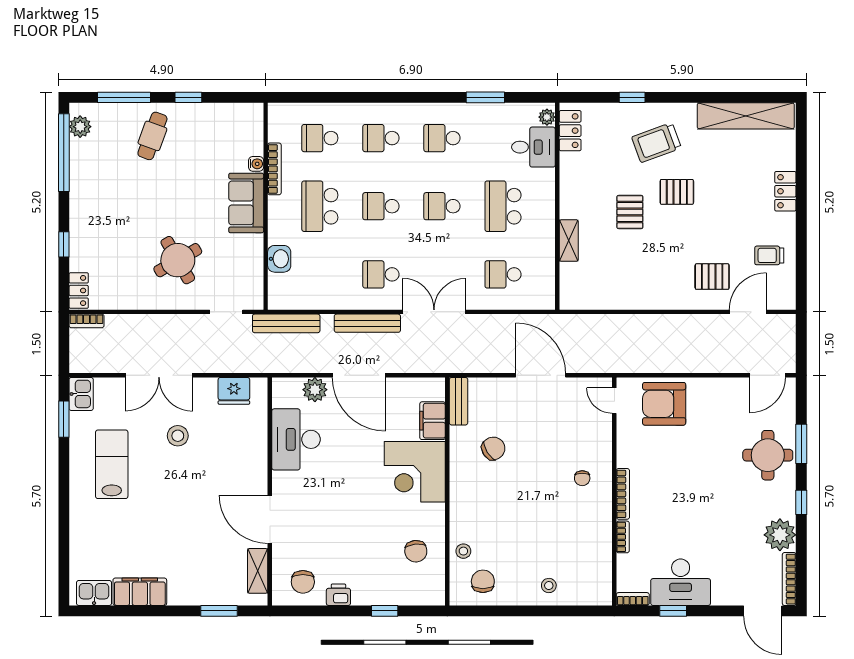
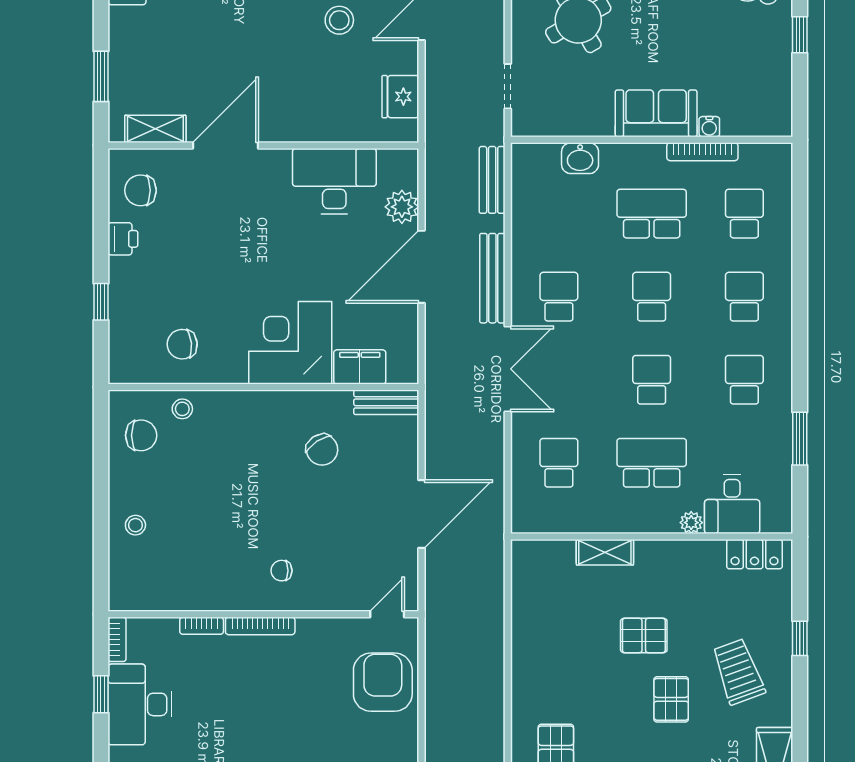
plant: (547, 117) -> (691, 523), moved
bench: (286, 323) -> (492, 180), width x0.73

